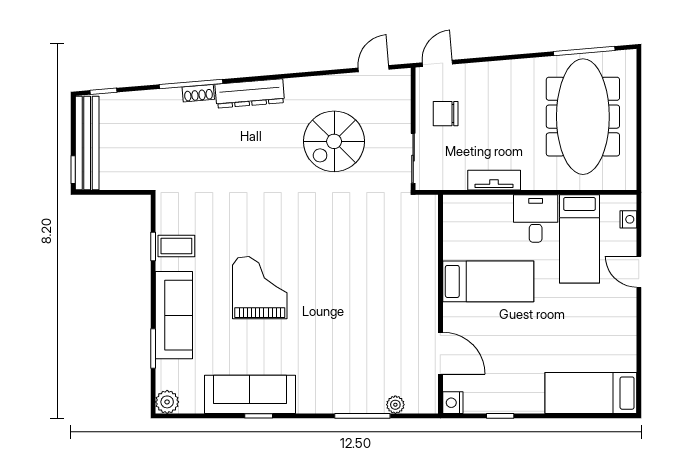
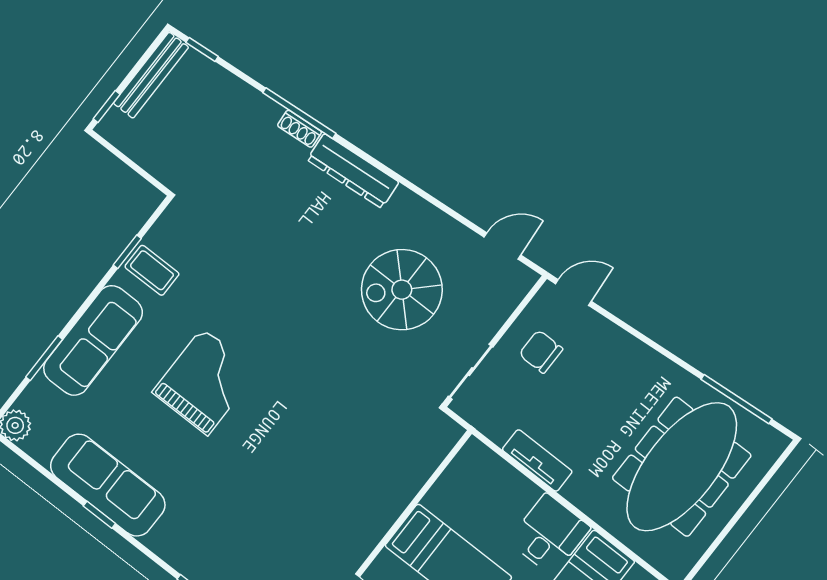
bench: (87, 143) -> (151, 75), width x0.73, depth x0.82

